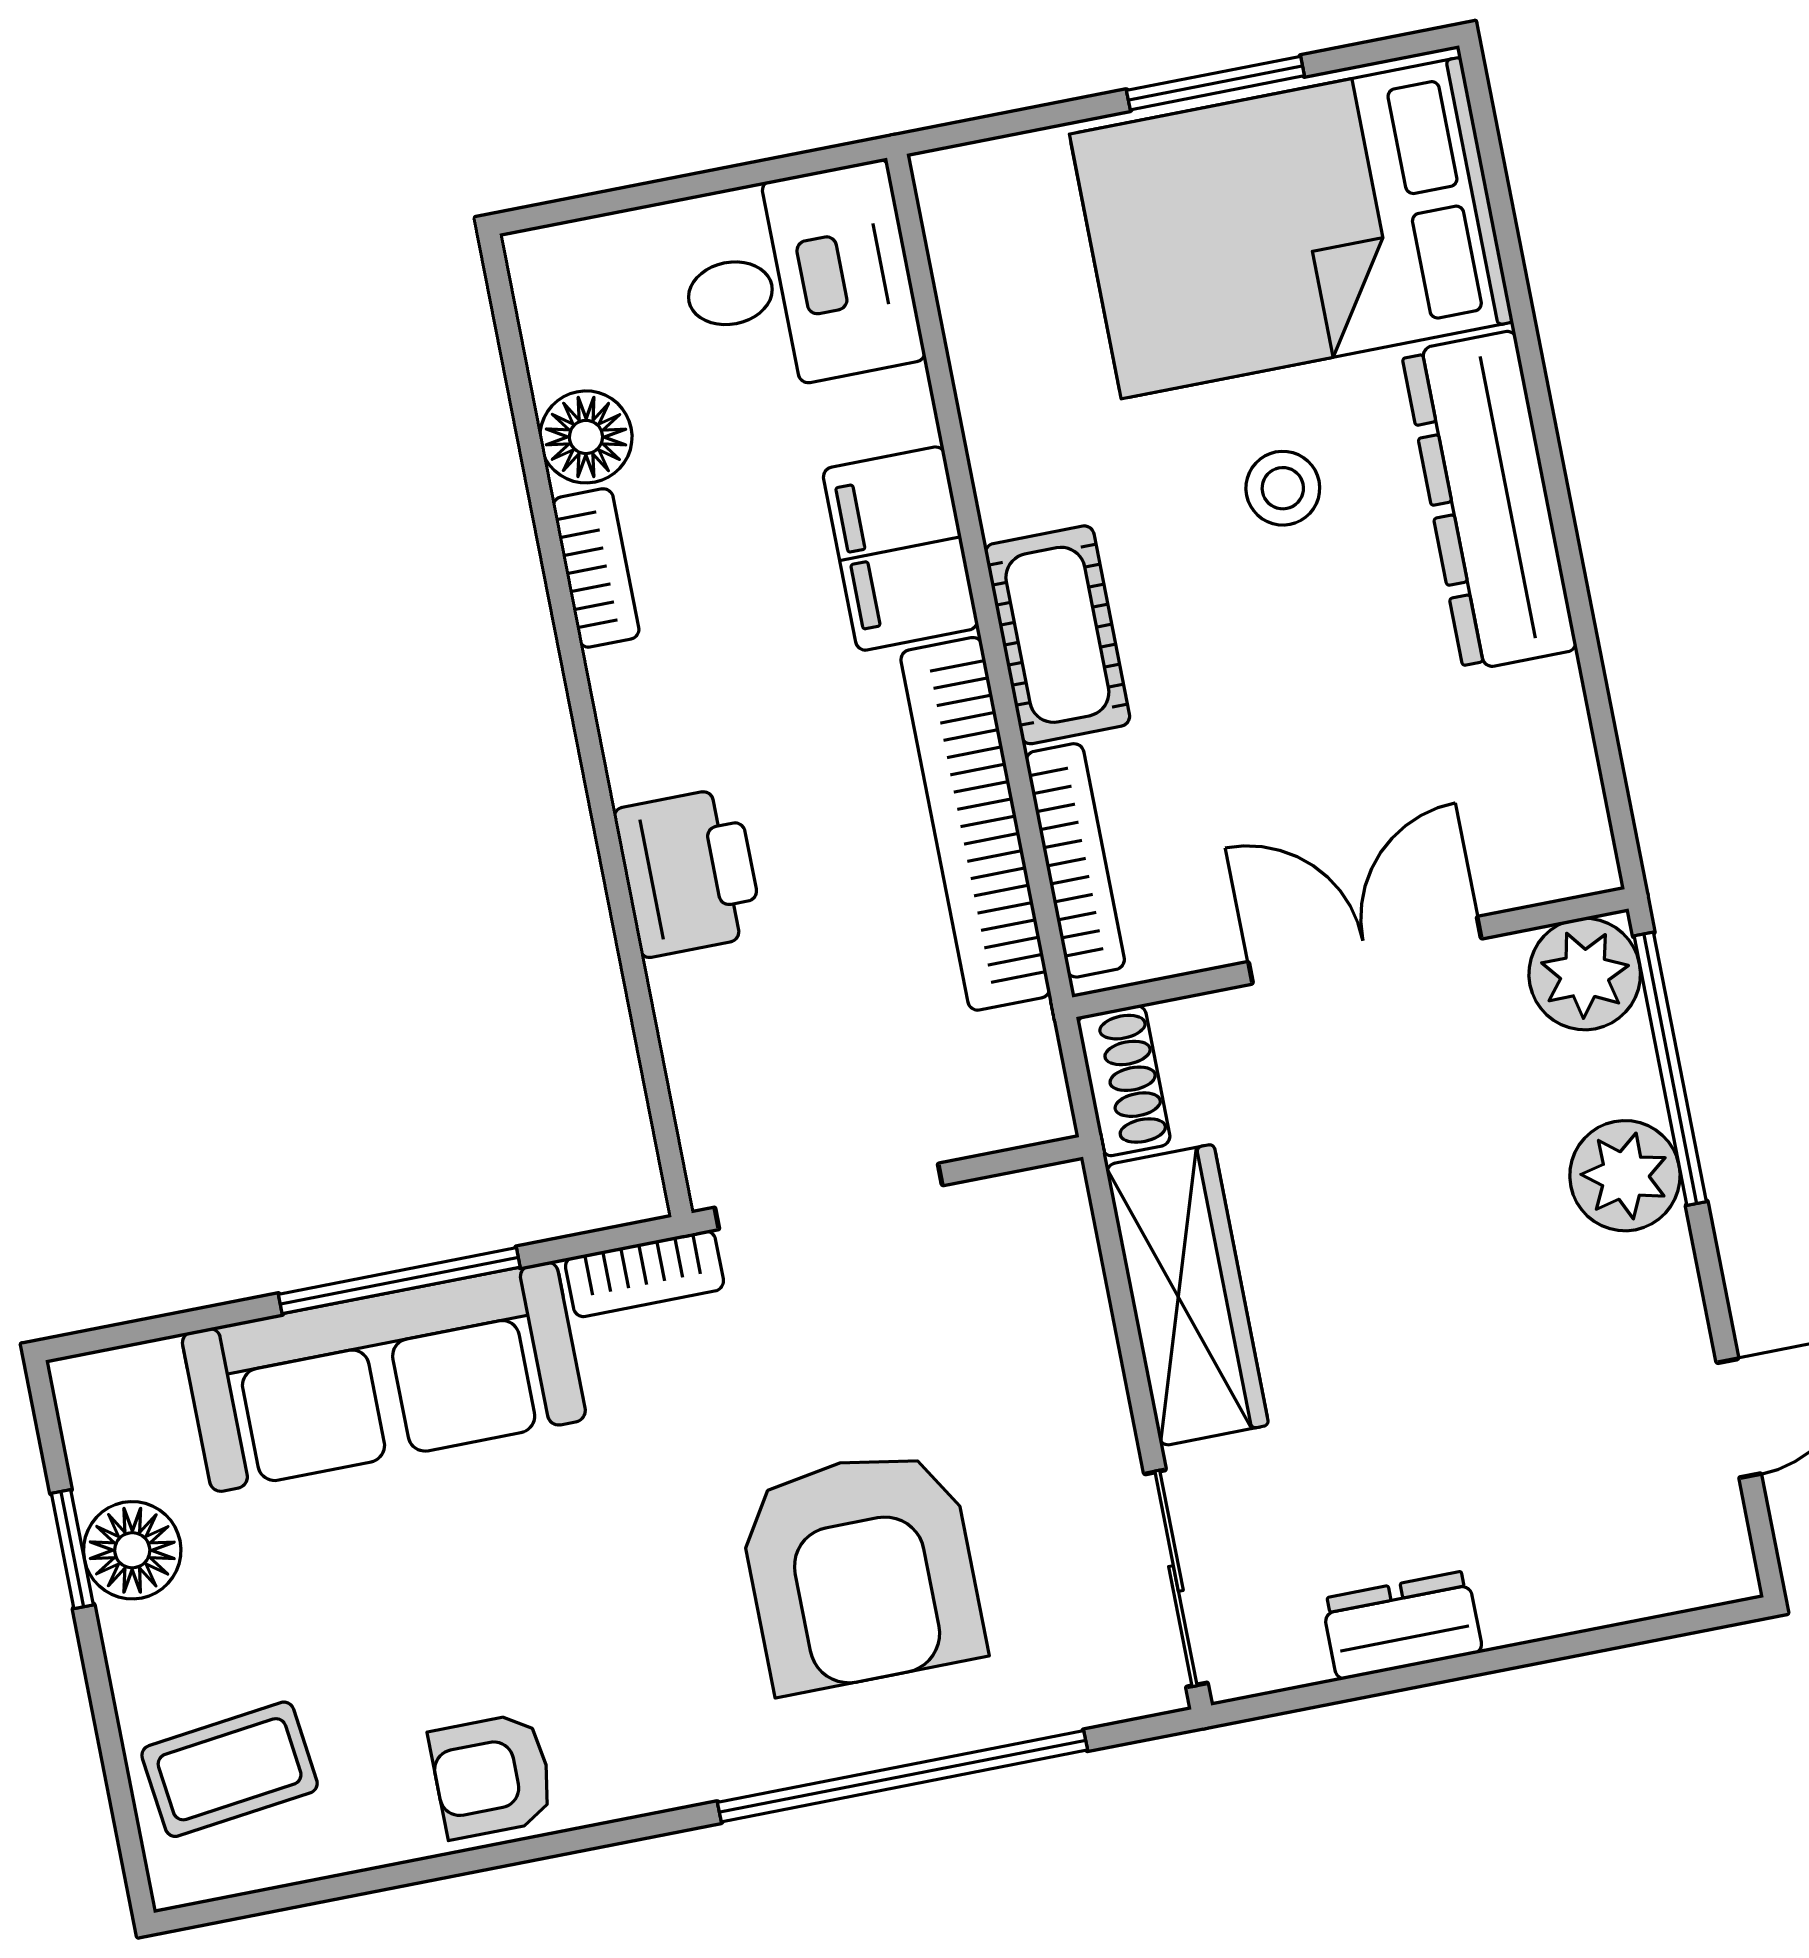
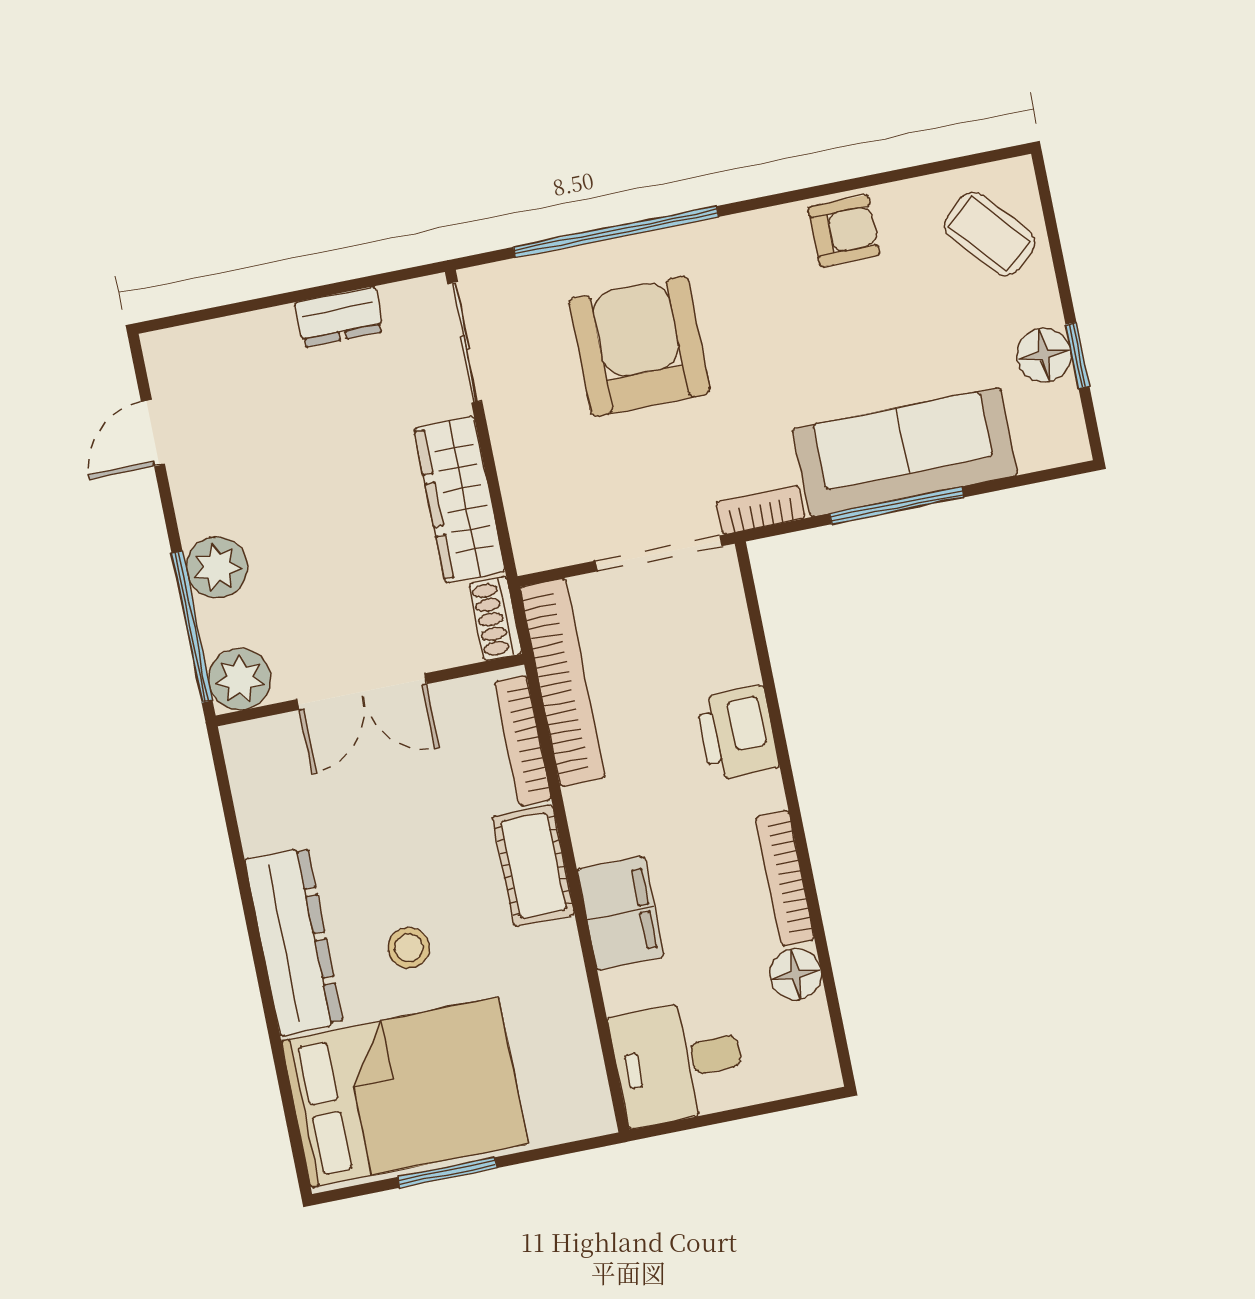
bookcase: (596, 568) -> (785, 878), width x1.56
bookcase: (975, 824) -> (563, 682), moved
coffee table: (230, 1769) -> (990, 234), turned 56

